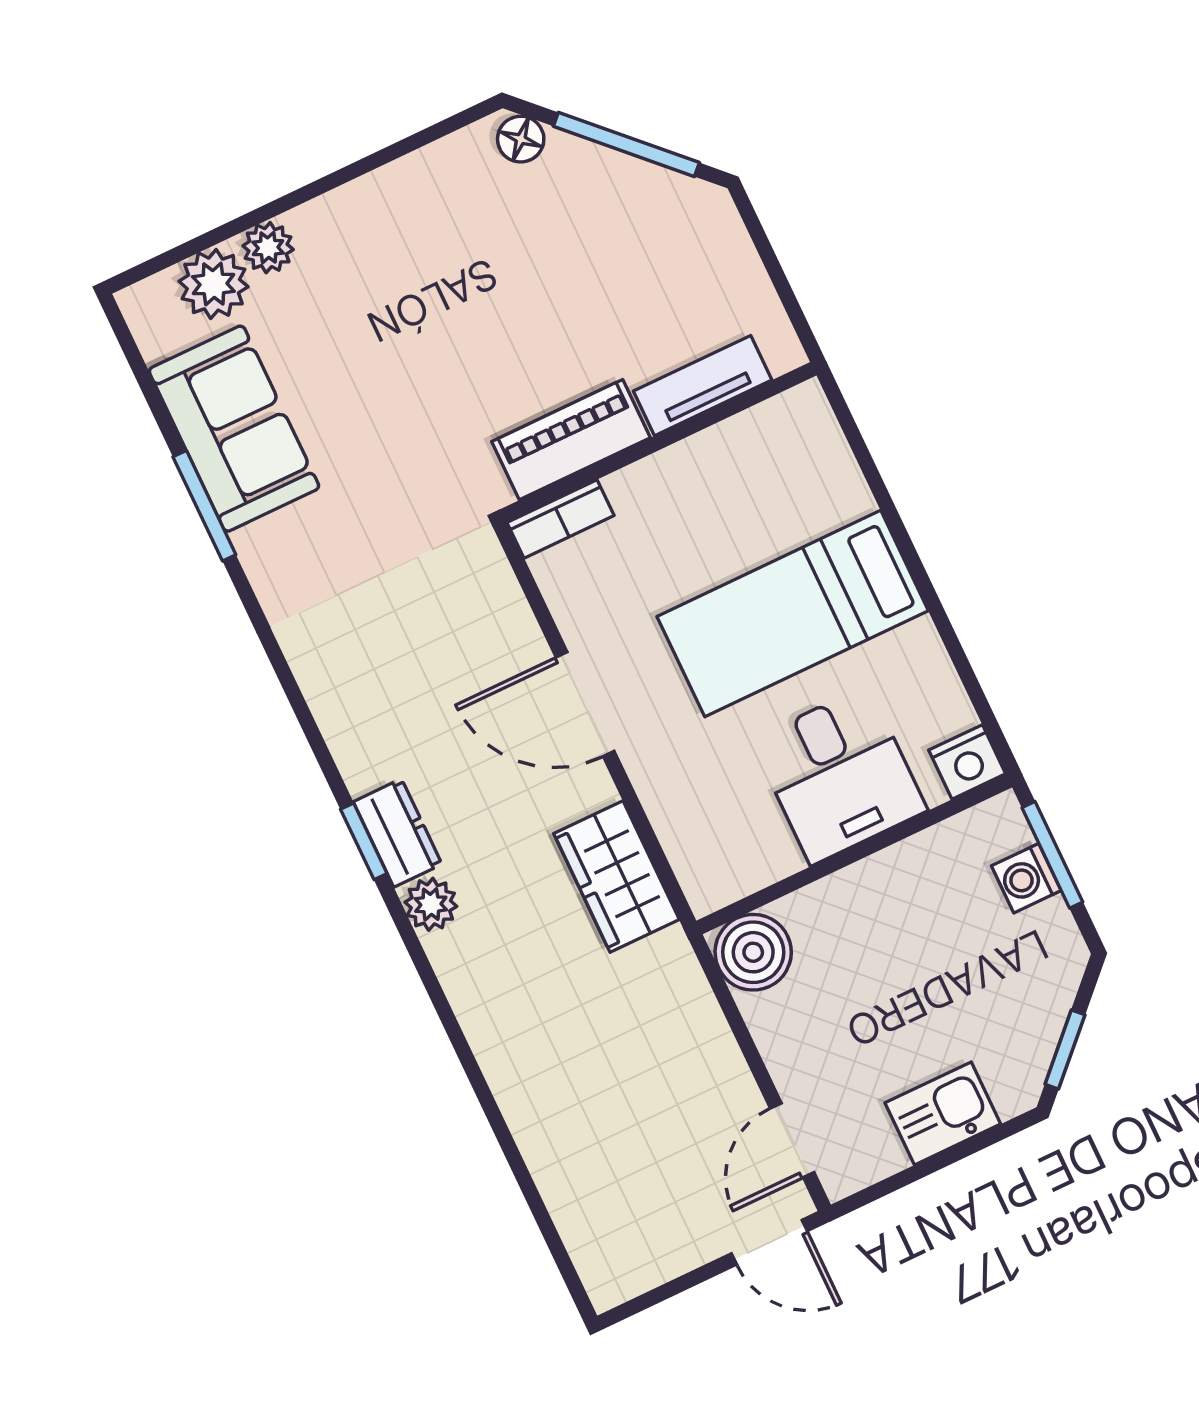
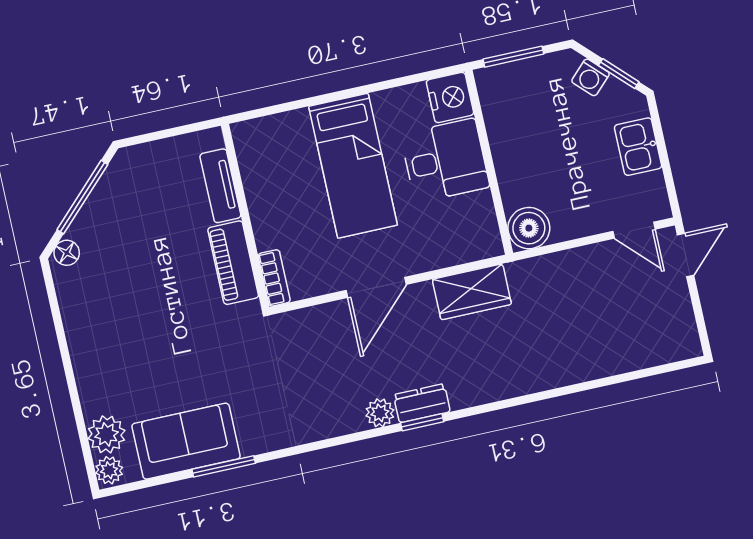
plant: (268, 248) -> (109, 470), moved
nightstand: (967, 762) -> (450, 97), width x1.36, depth x1.33
washing machine: (1026, 878) -> (591, 77), moved, turned 45
plant: (431, 904) -> (380, 413), moved

